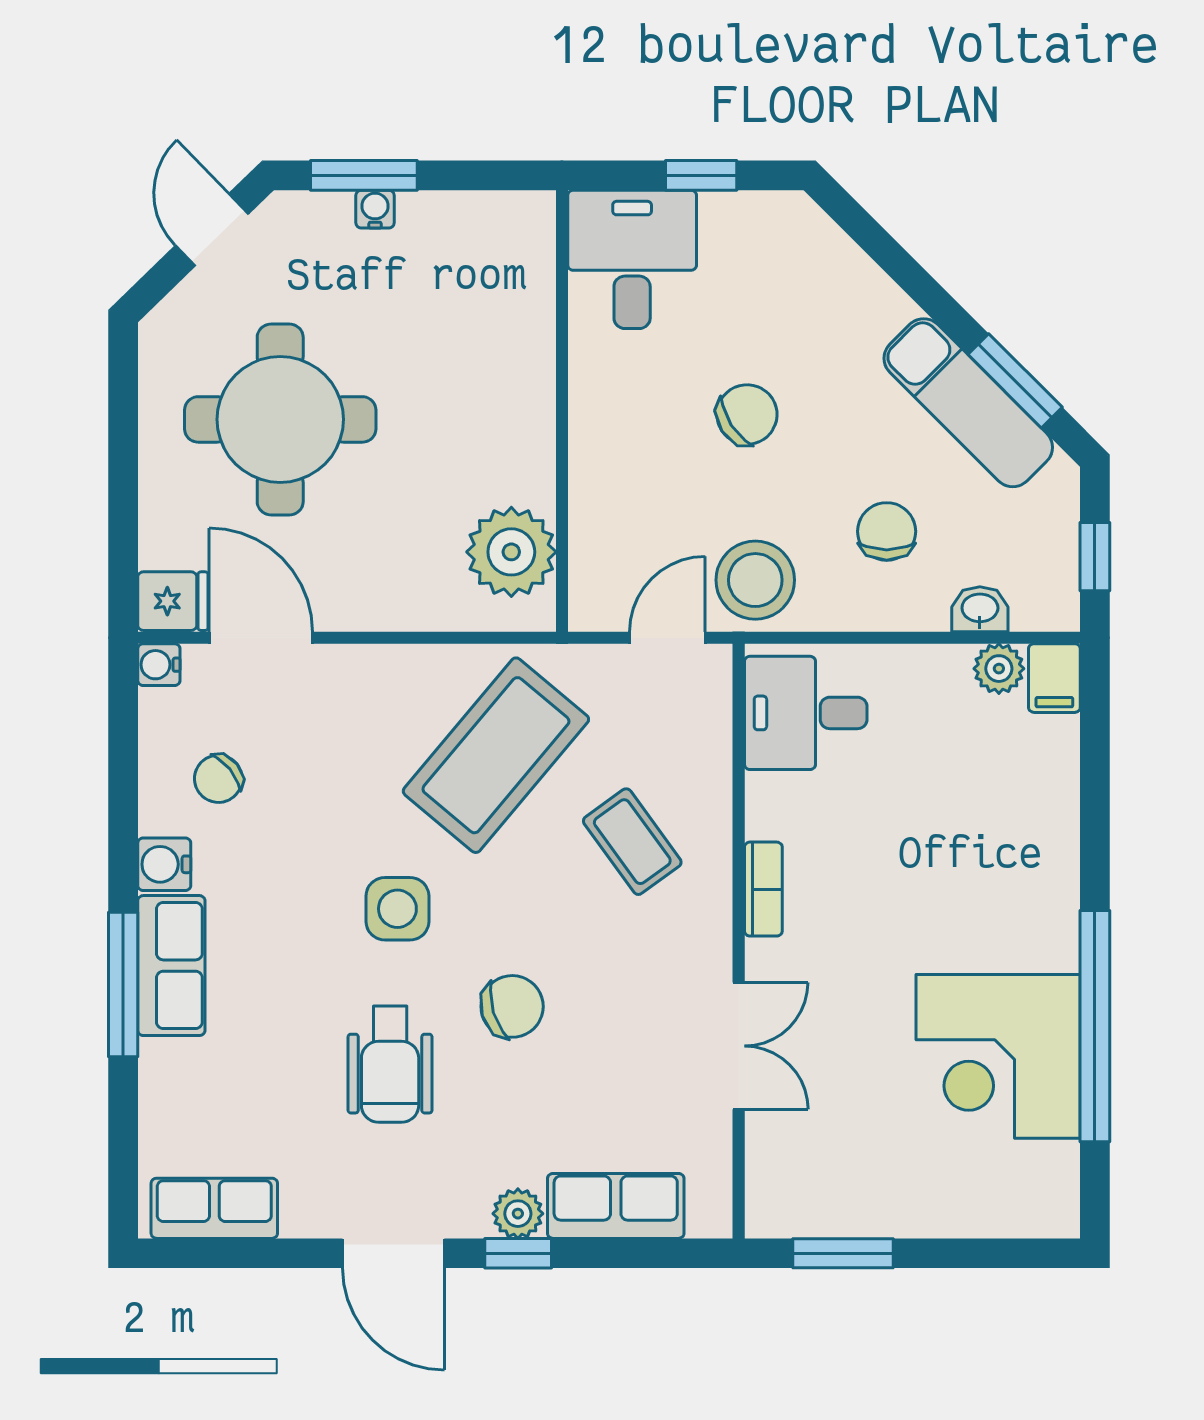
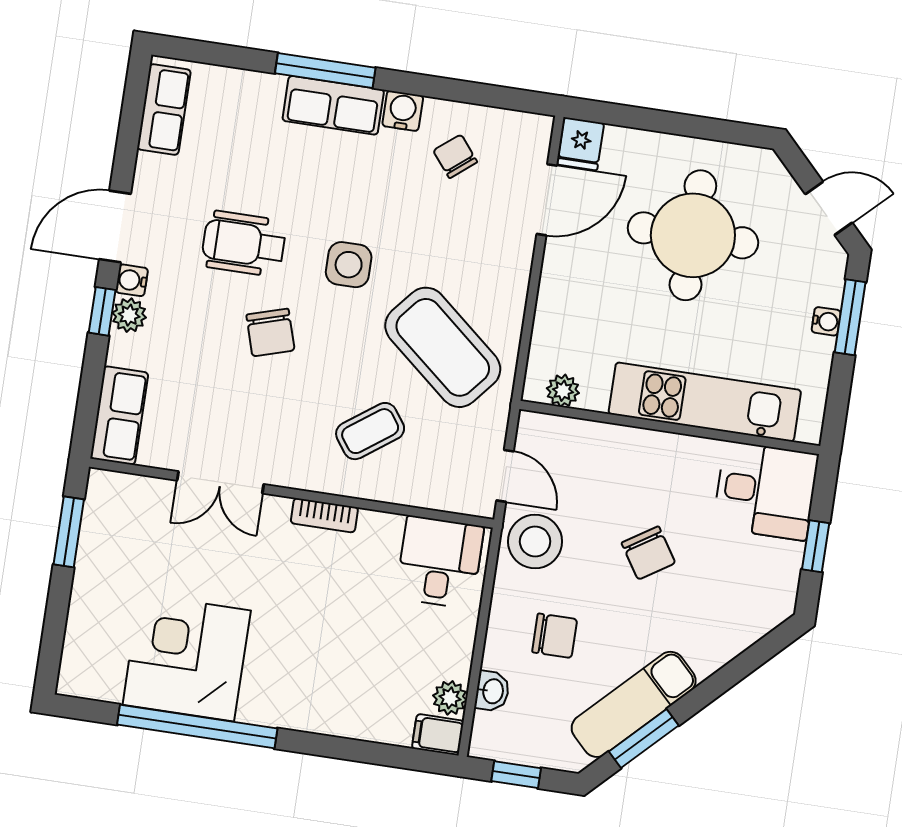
kitchen unit: (518, 366) -> (705, 402), added
plant: (511, 552) -> (563, 391), width x0.53, depth x0.53
water cooler: (159, 665) -> (132, 280), moved, turned -90
row of seats: (616, 1206) -> (119, 416), moved

